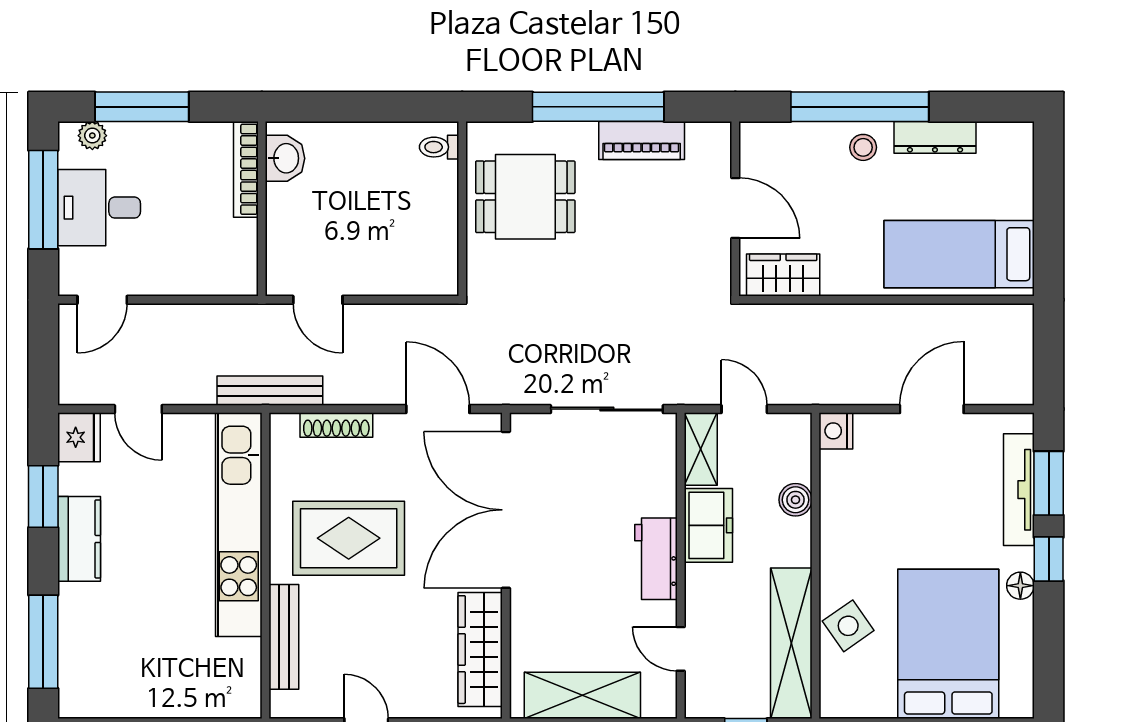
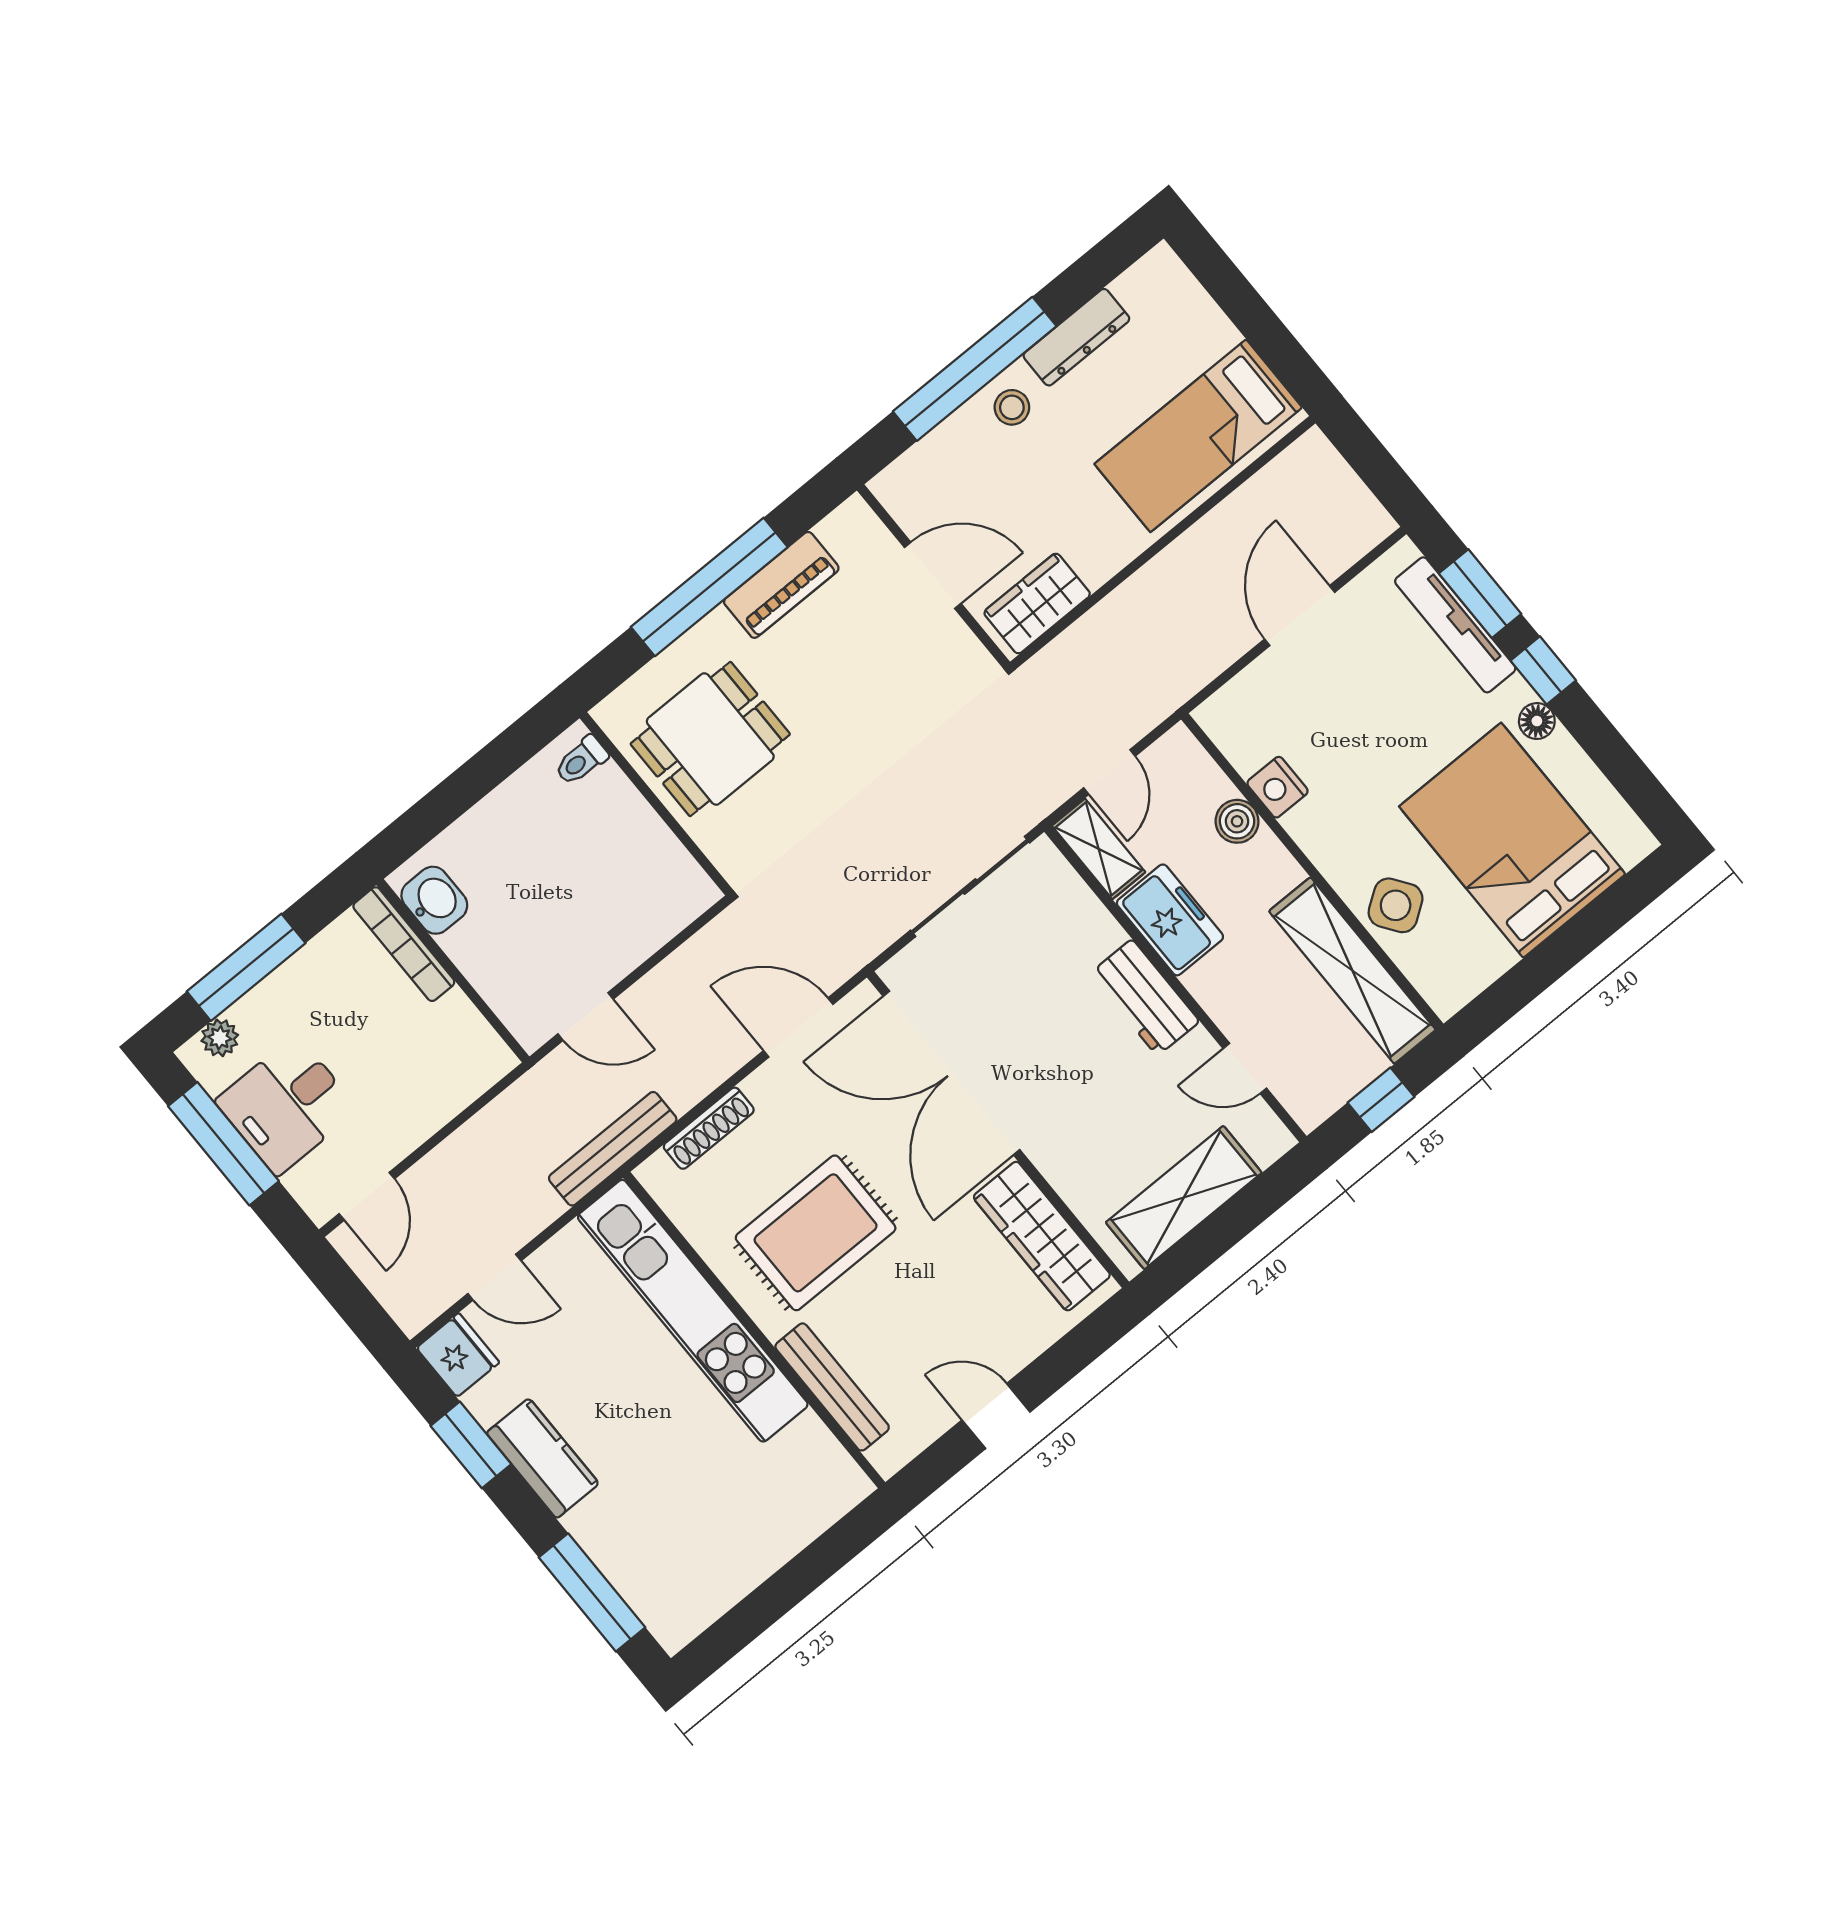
door: (744, 409) -> (1109, 772), swing flipped
nightstand: (836, 431) -> (1278, 787), moved

